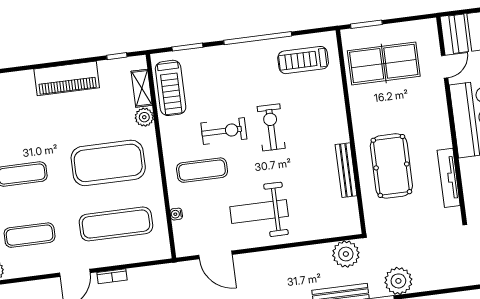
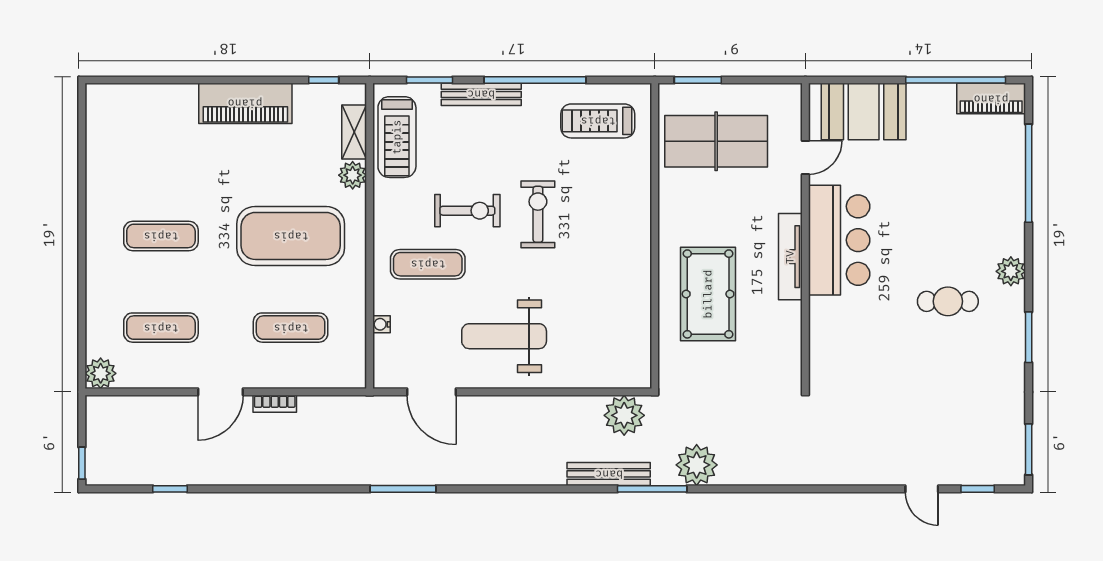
bench: (346, 170) -> (481, 94), moved, turned 90
tv unit: (449, 178) -> (790, 257), moved
exercise mat: (116, 224) -> (291, 328), width x0.73, depth x0.69

